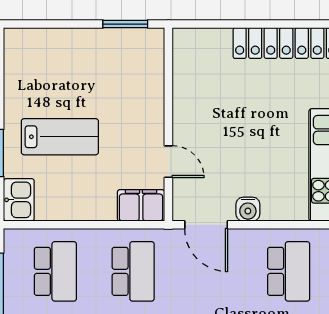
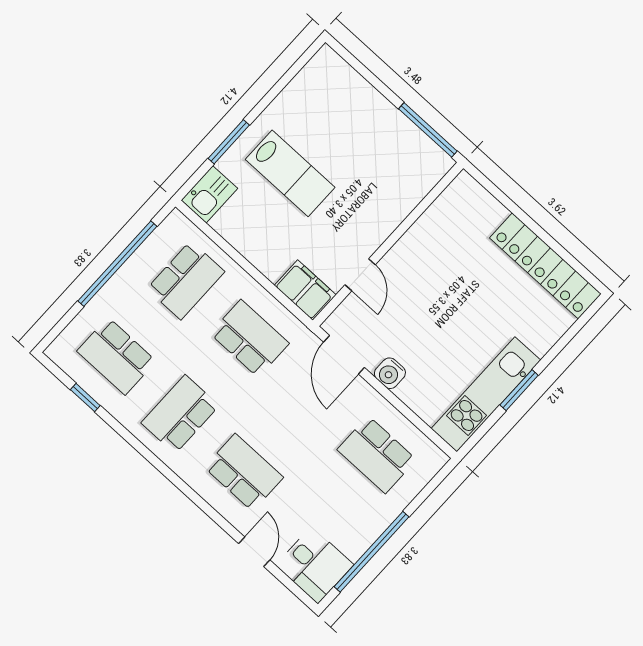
window: (125, 24) -> (428, 130), width x1.44
school desk: (133, 271) -> (249, 338), turned -90
school desk: (289, 271) -> (377, 455), turned 90

